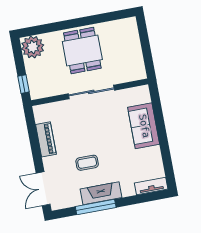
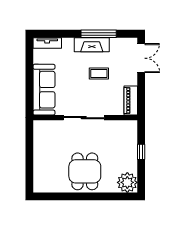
wall: (90, 92) -> (85, 118), moved
sliding door: (91, 92) -> (84, 118), moved
sofa: (144, 126) -> (44, 90), width x1.36

